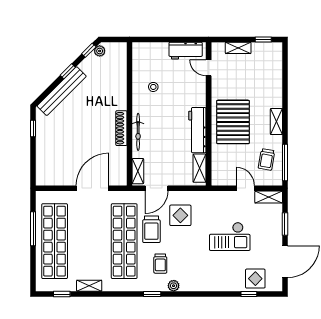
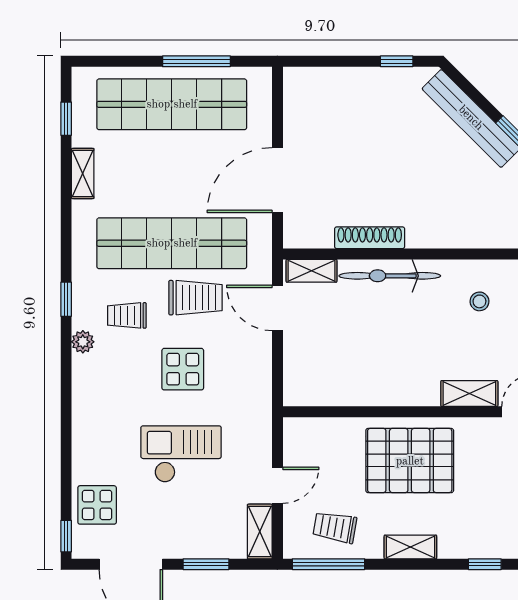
window: (285, 84) -> (485, 564), added
shoe rack: (121, 128) -> (370, 238), moved
workbench: (197, 130) -> (393, 389), removed
bicycle: (138, 132) -> (390, 276), width x1.37, depth x1.40
shelving: (199, 168) -> (469, 394), moved
door: (93, 188) -> (277, 180), swing flipped
display table: (180, 215) -> (183, 369), moved
trolley: (151, 229) -> (195, 298), turned 180
checkout: (230, 236) -> (181, 454), turned 90
window: (249, 294) -> (66, 536), moved

